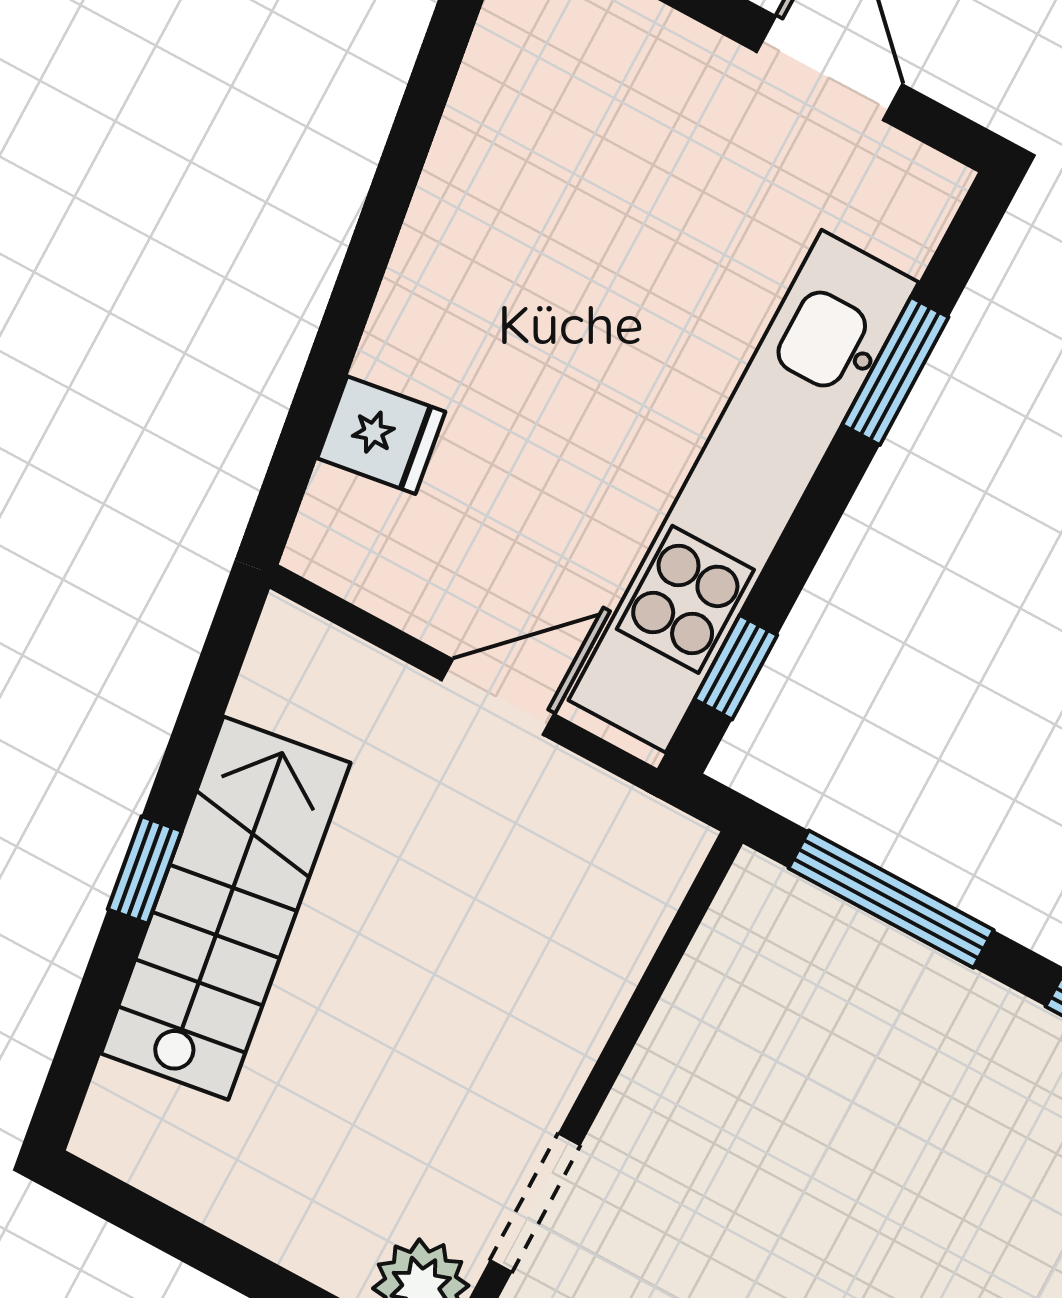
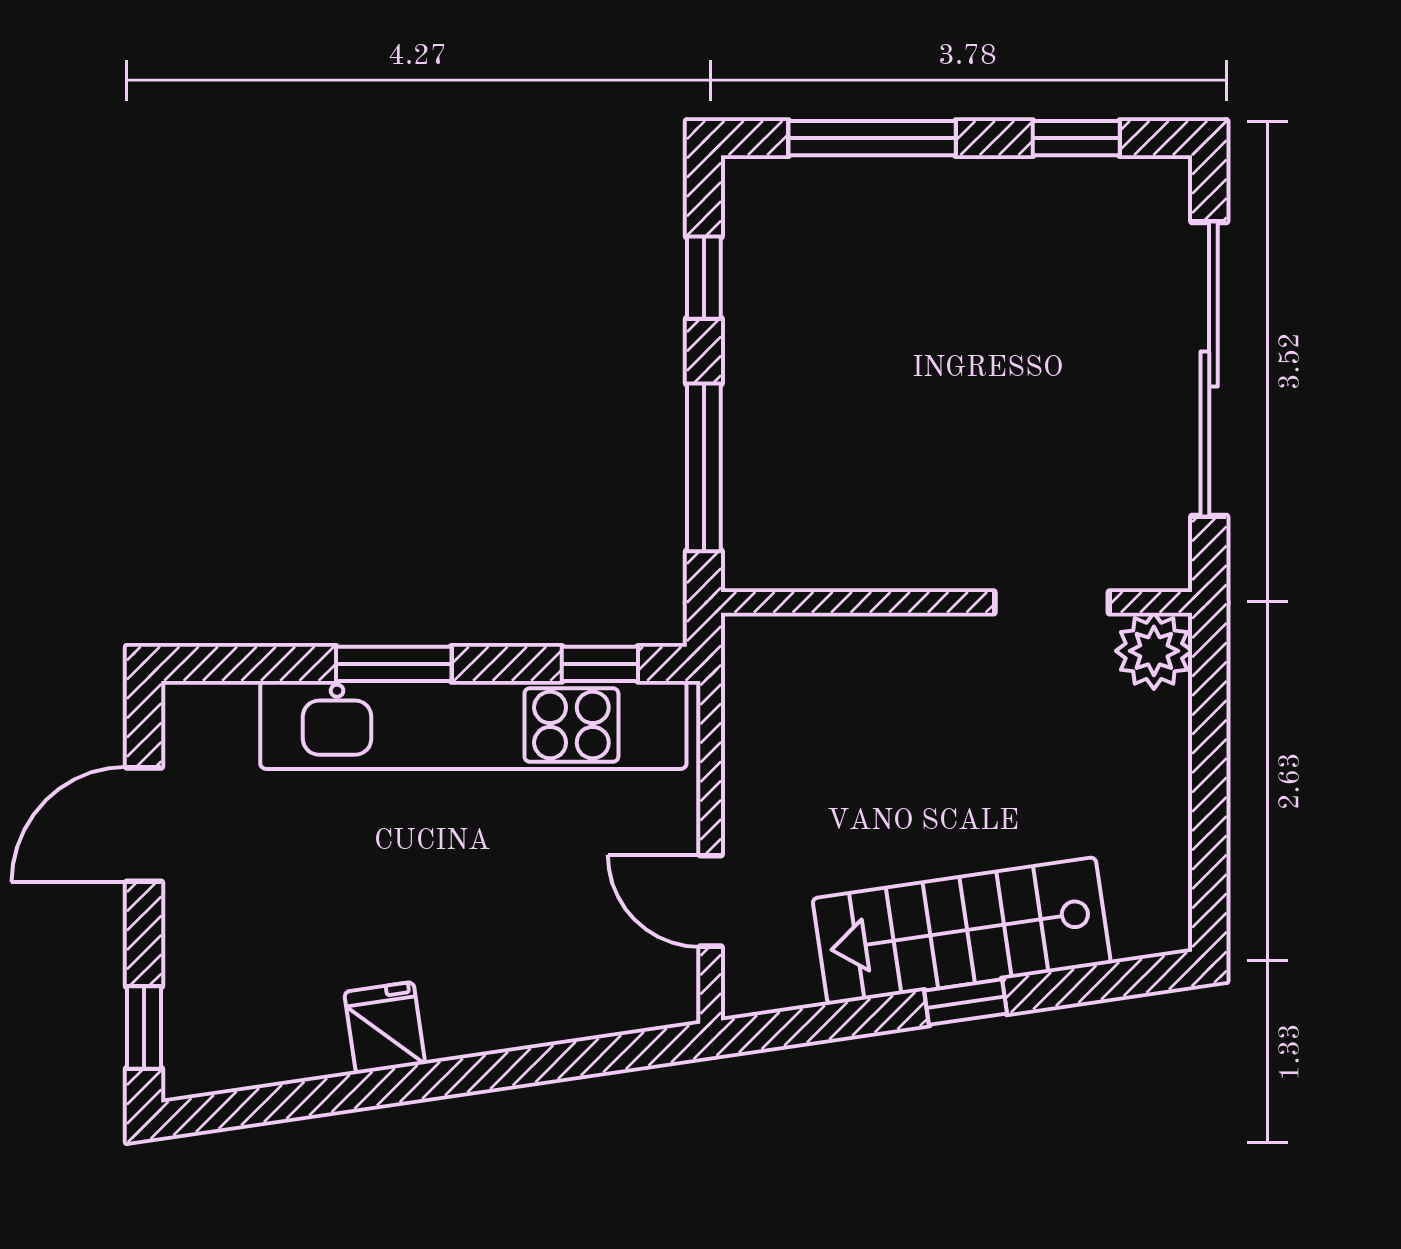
window: (895, 371) -> (394, 664), moved
fridge: (381, 435) -> (385, 1028), moved
door: (498, 697) -> (711, 901), moved

